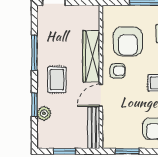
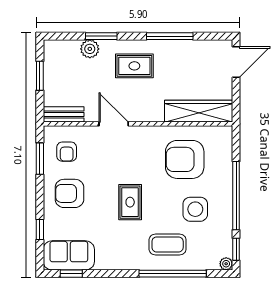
wardrobe: (91, 56) -> (199, 111), moved
armchair: (118, 71) -> (67, 152), moved
bench: (94, 128) -> (64, 114), width x0.73

